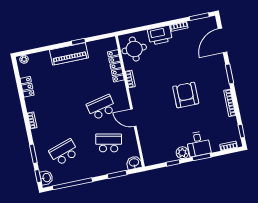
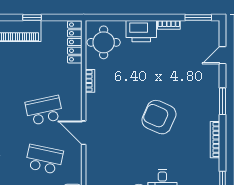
door: (223, 40) -> (223, 55), width x0.53
locker: (116, 66) -> (75, 42), moved
armchair: (186, 95) -> (159, 117), turned -66

